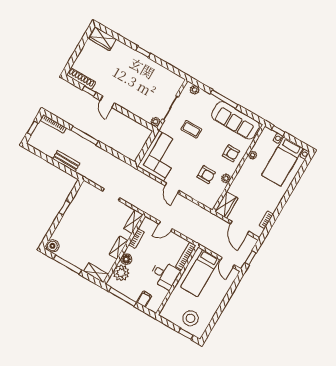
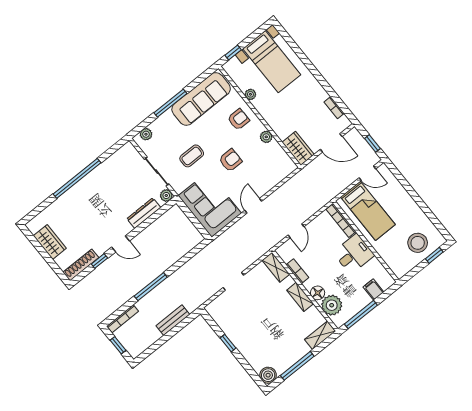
wardrobe: (103, 39) -> (50, 242), moved, turned -90
window: (143, 52) -> (77, 178), width x3.17
dresser: (136, 110) -> (144, 213), added
armchair: (206, 175) -> (230, 160), moved
door: (172, 188) -> (253, 206), swing flipped

